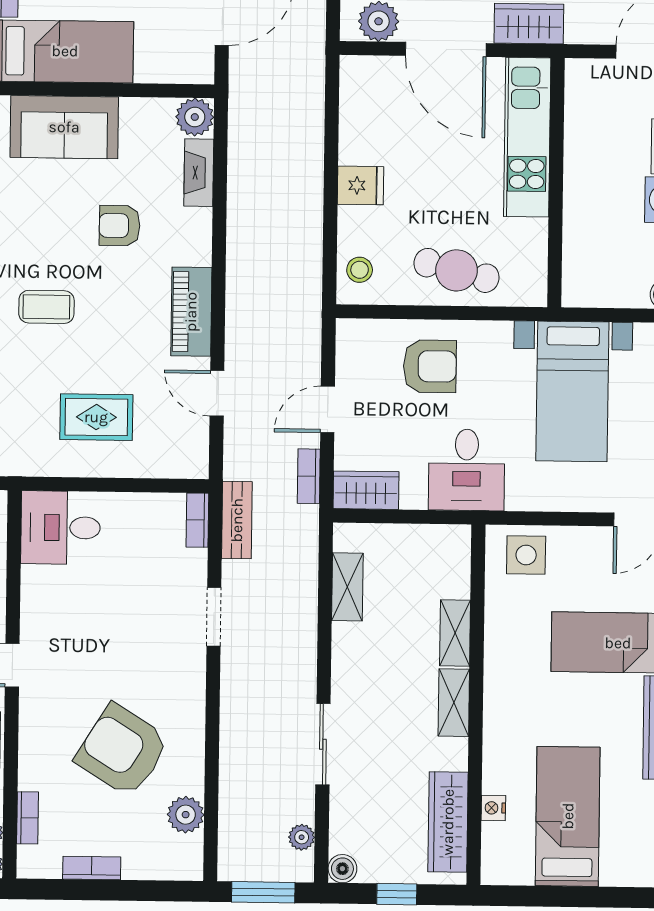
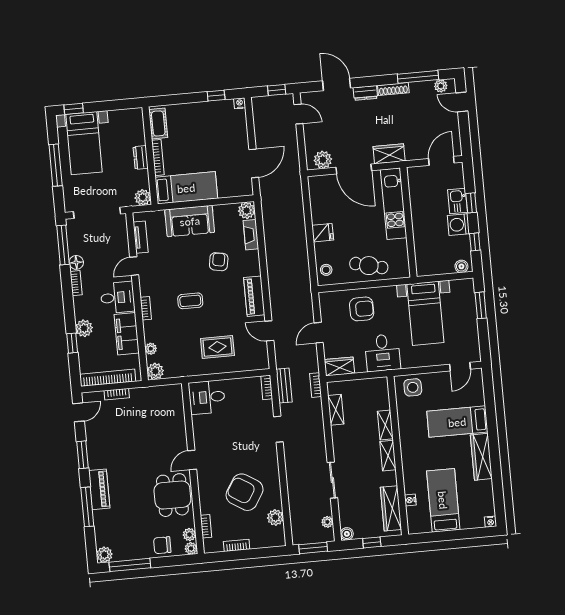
armchair: (120, 226) -> (219, 262), turned 100
bookcase: (309, 476) -> (316, 385), moved

